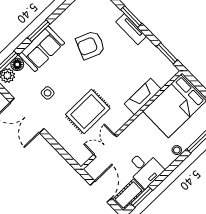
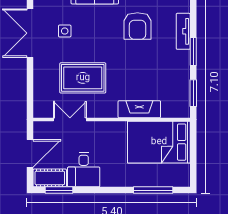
window: (131, 17) -> (193, 52), moved
tv unit: (131, 29) -> (183, 31), moved
armchair: (90, 45) -> (137, 26), turned -112
stool: (177, 150) -> (125, 180), removed

